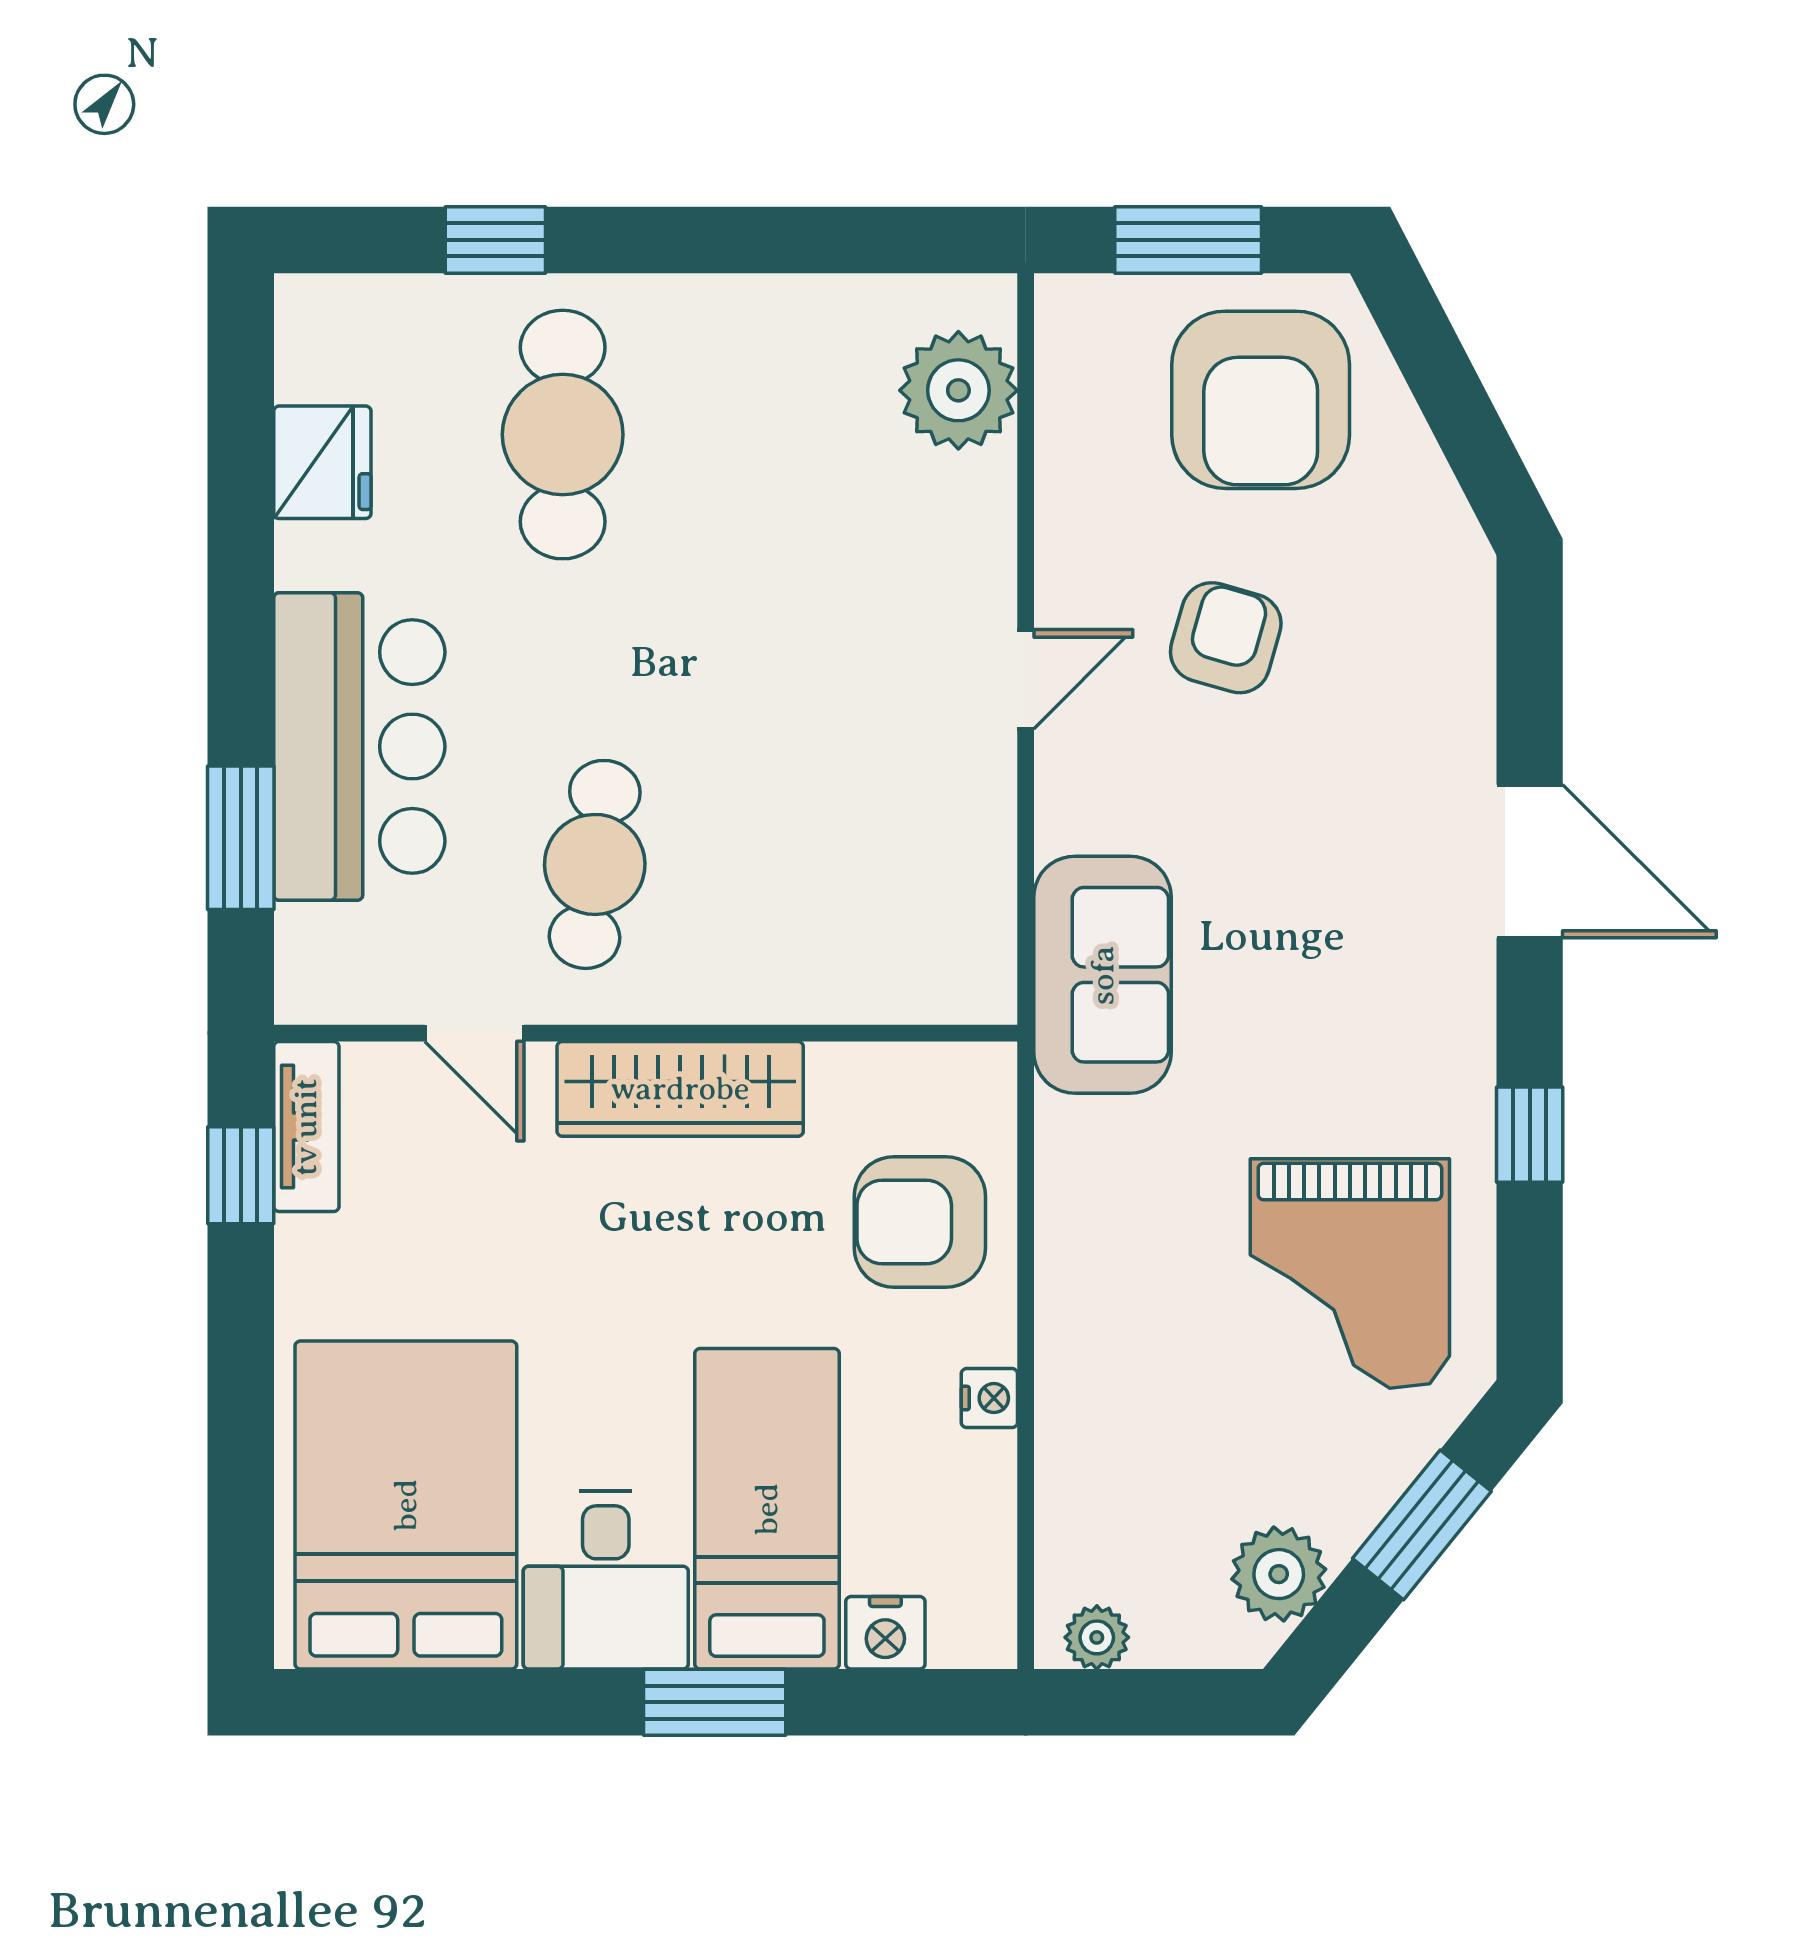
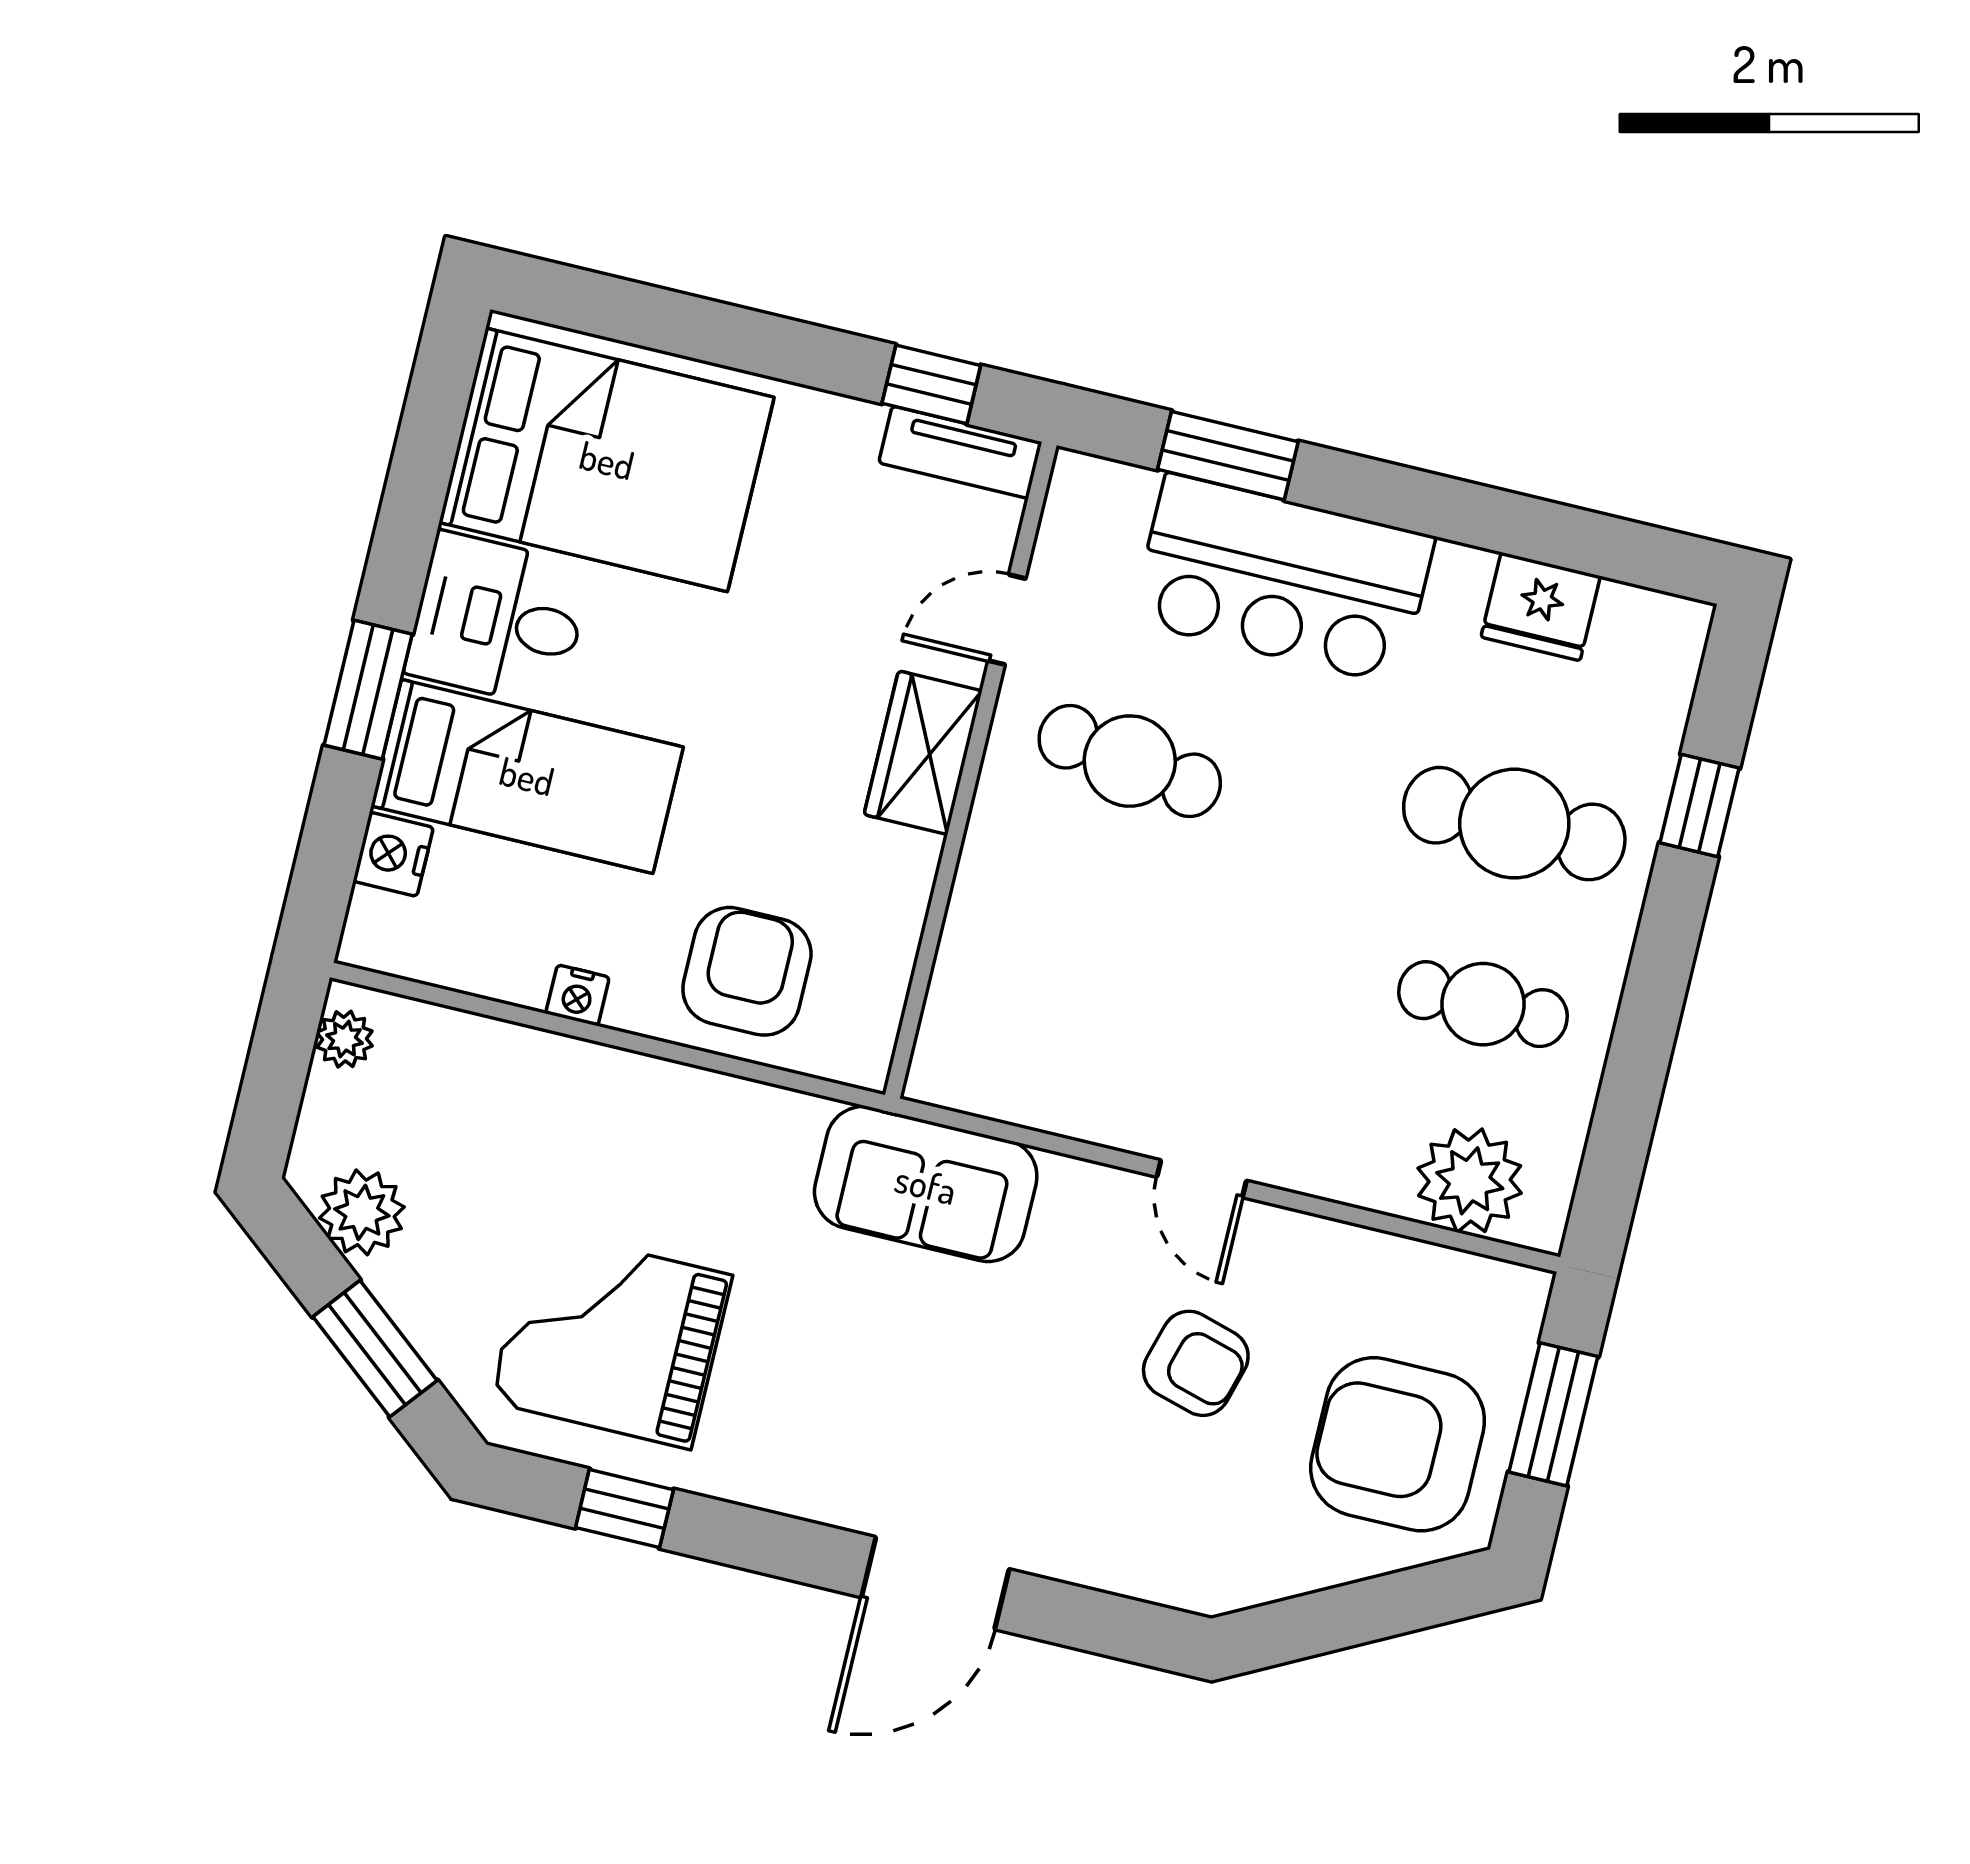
cafe table: (765, 422) -> (1483, 1004), added
wardrobe: (680, 1089) -> (923, 753), width x0.67
window: (1530, 1135) -> (624, 1509), moved

